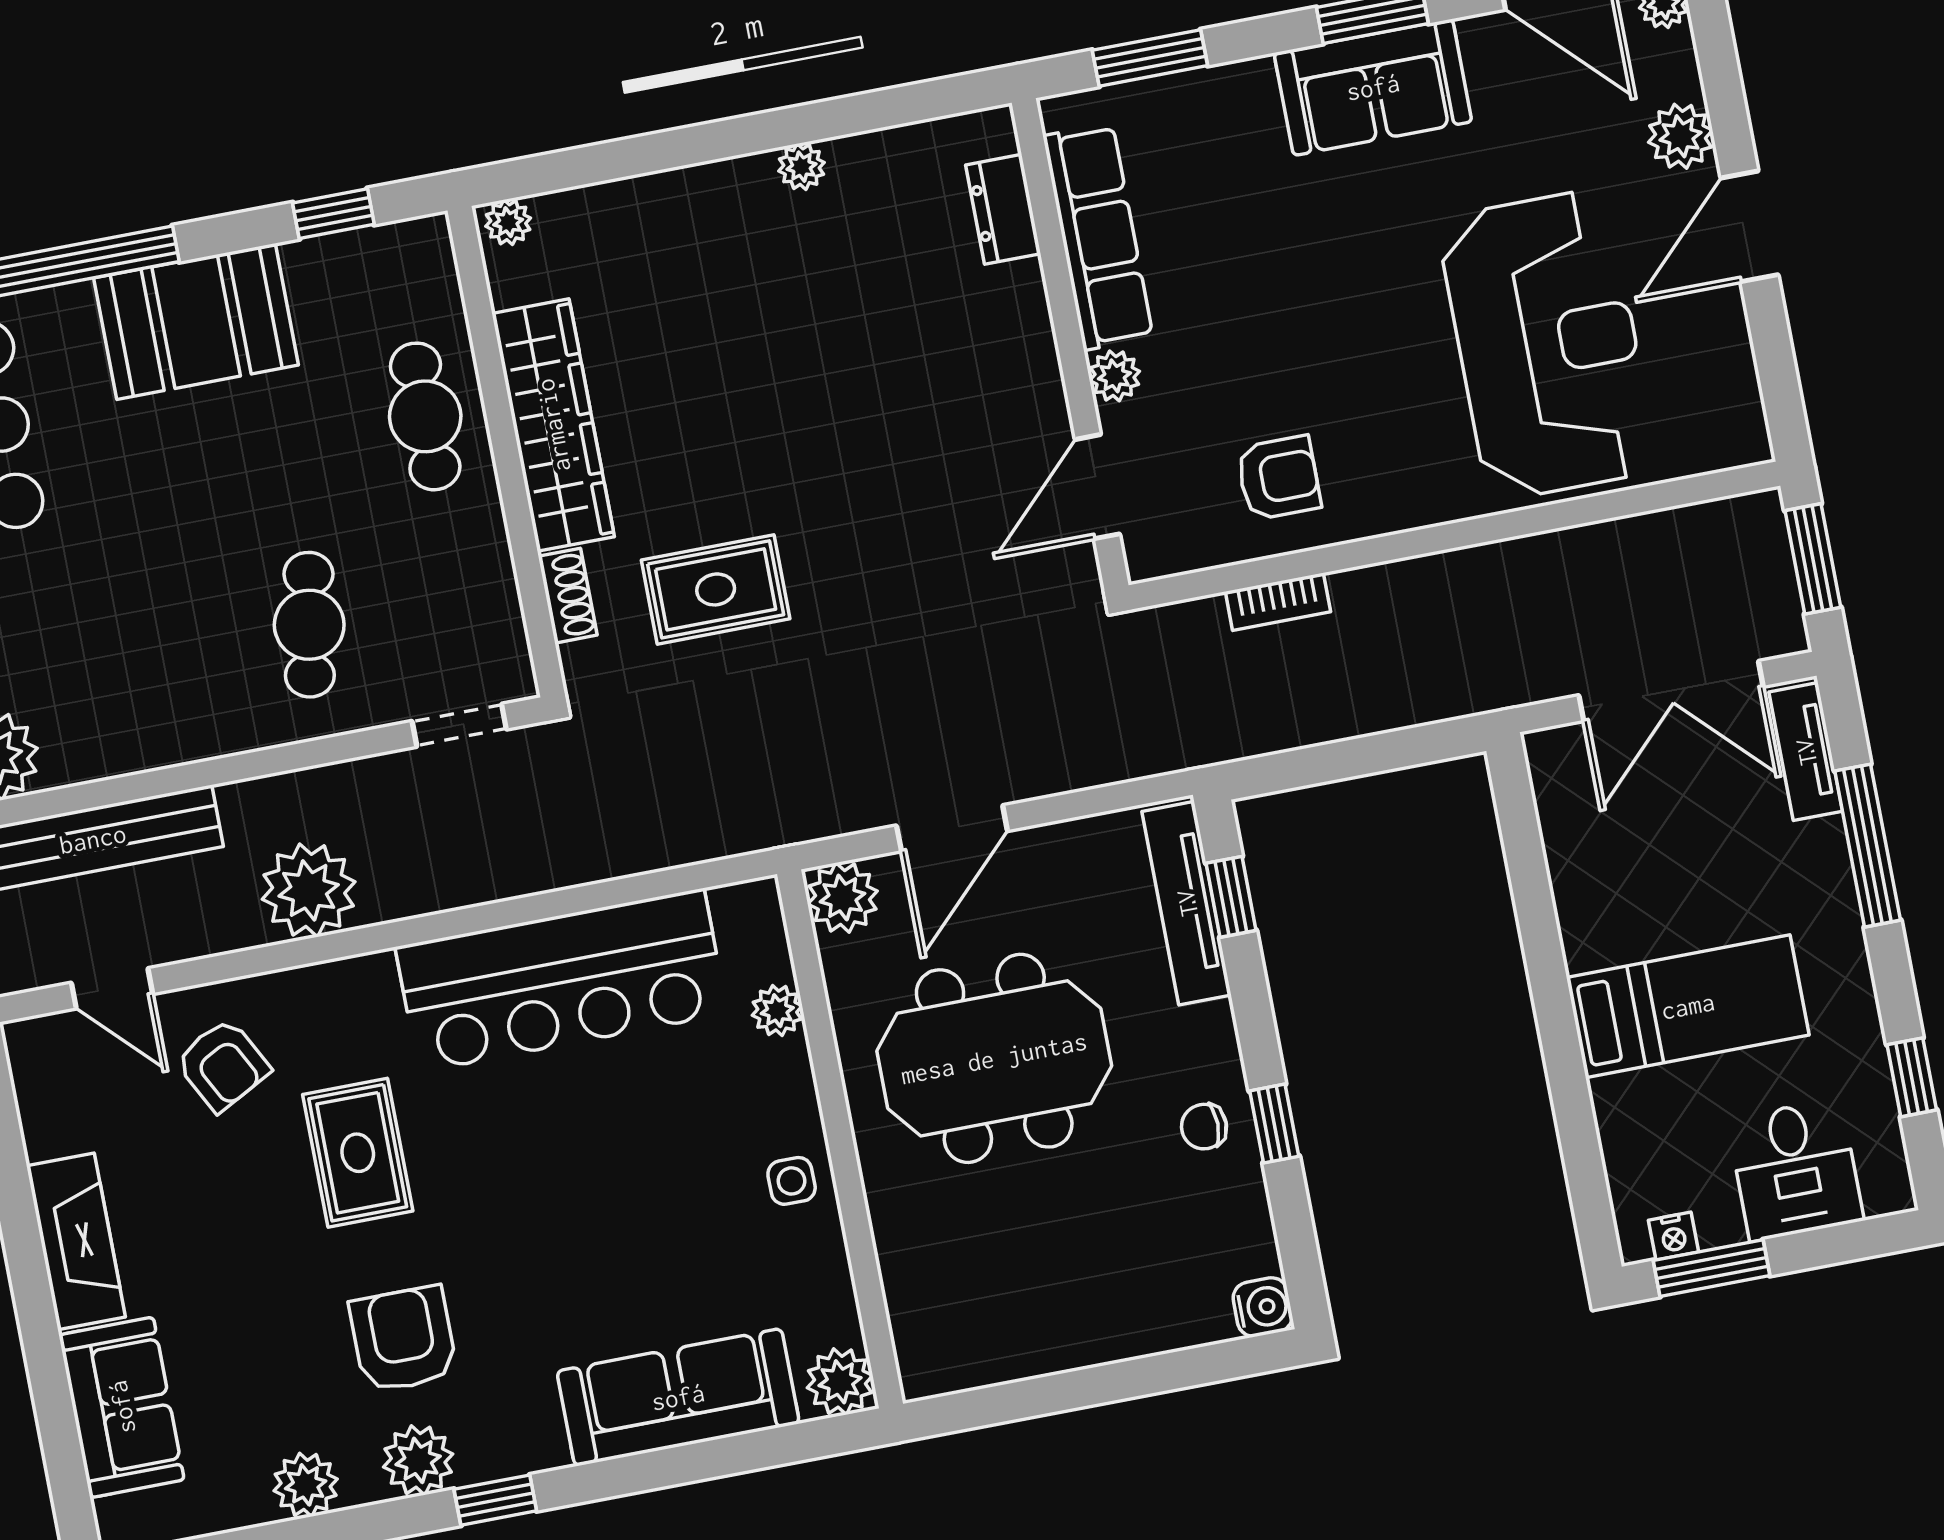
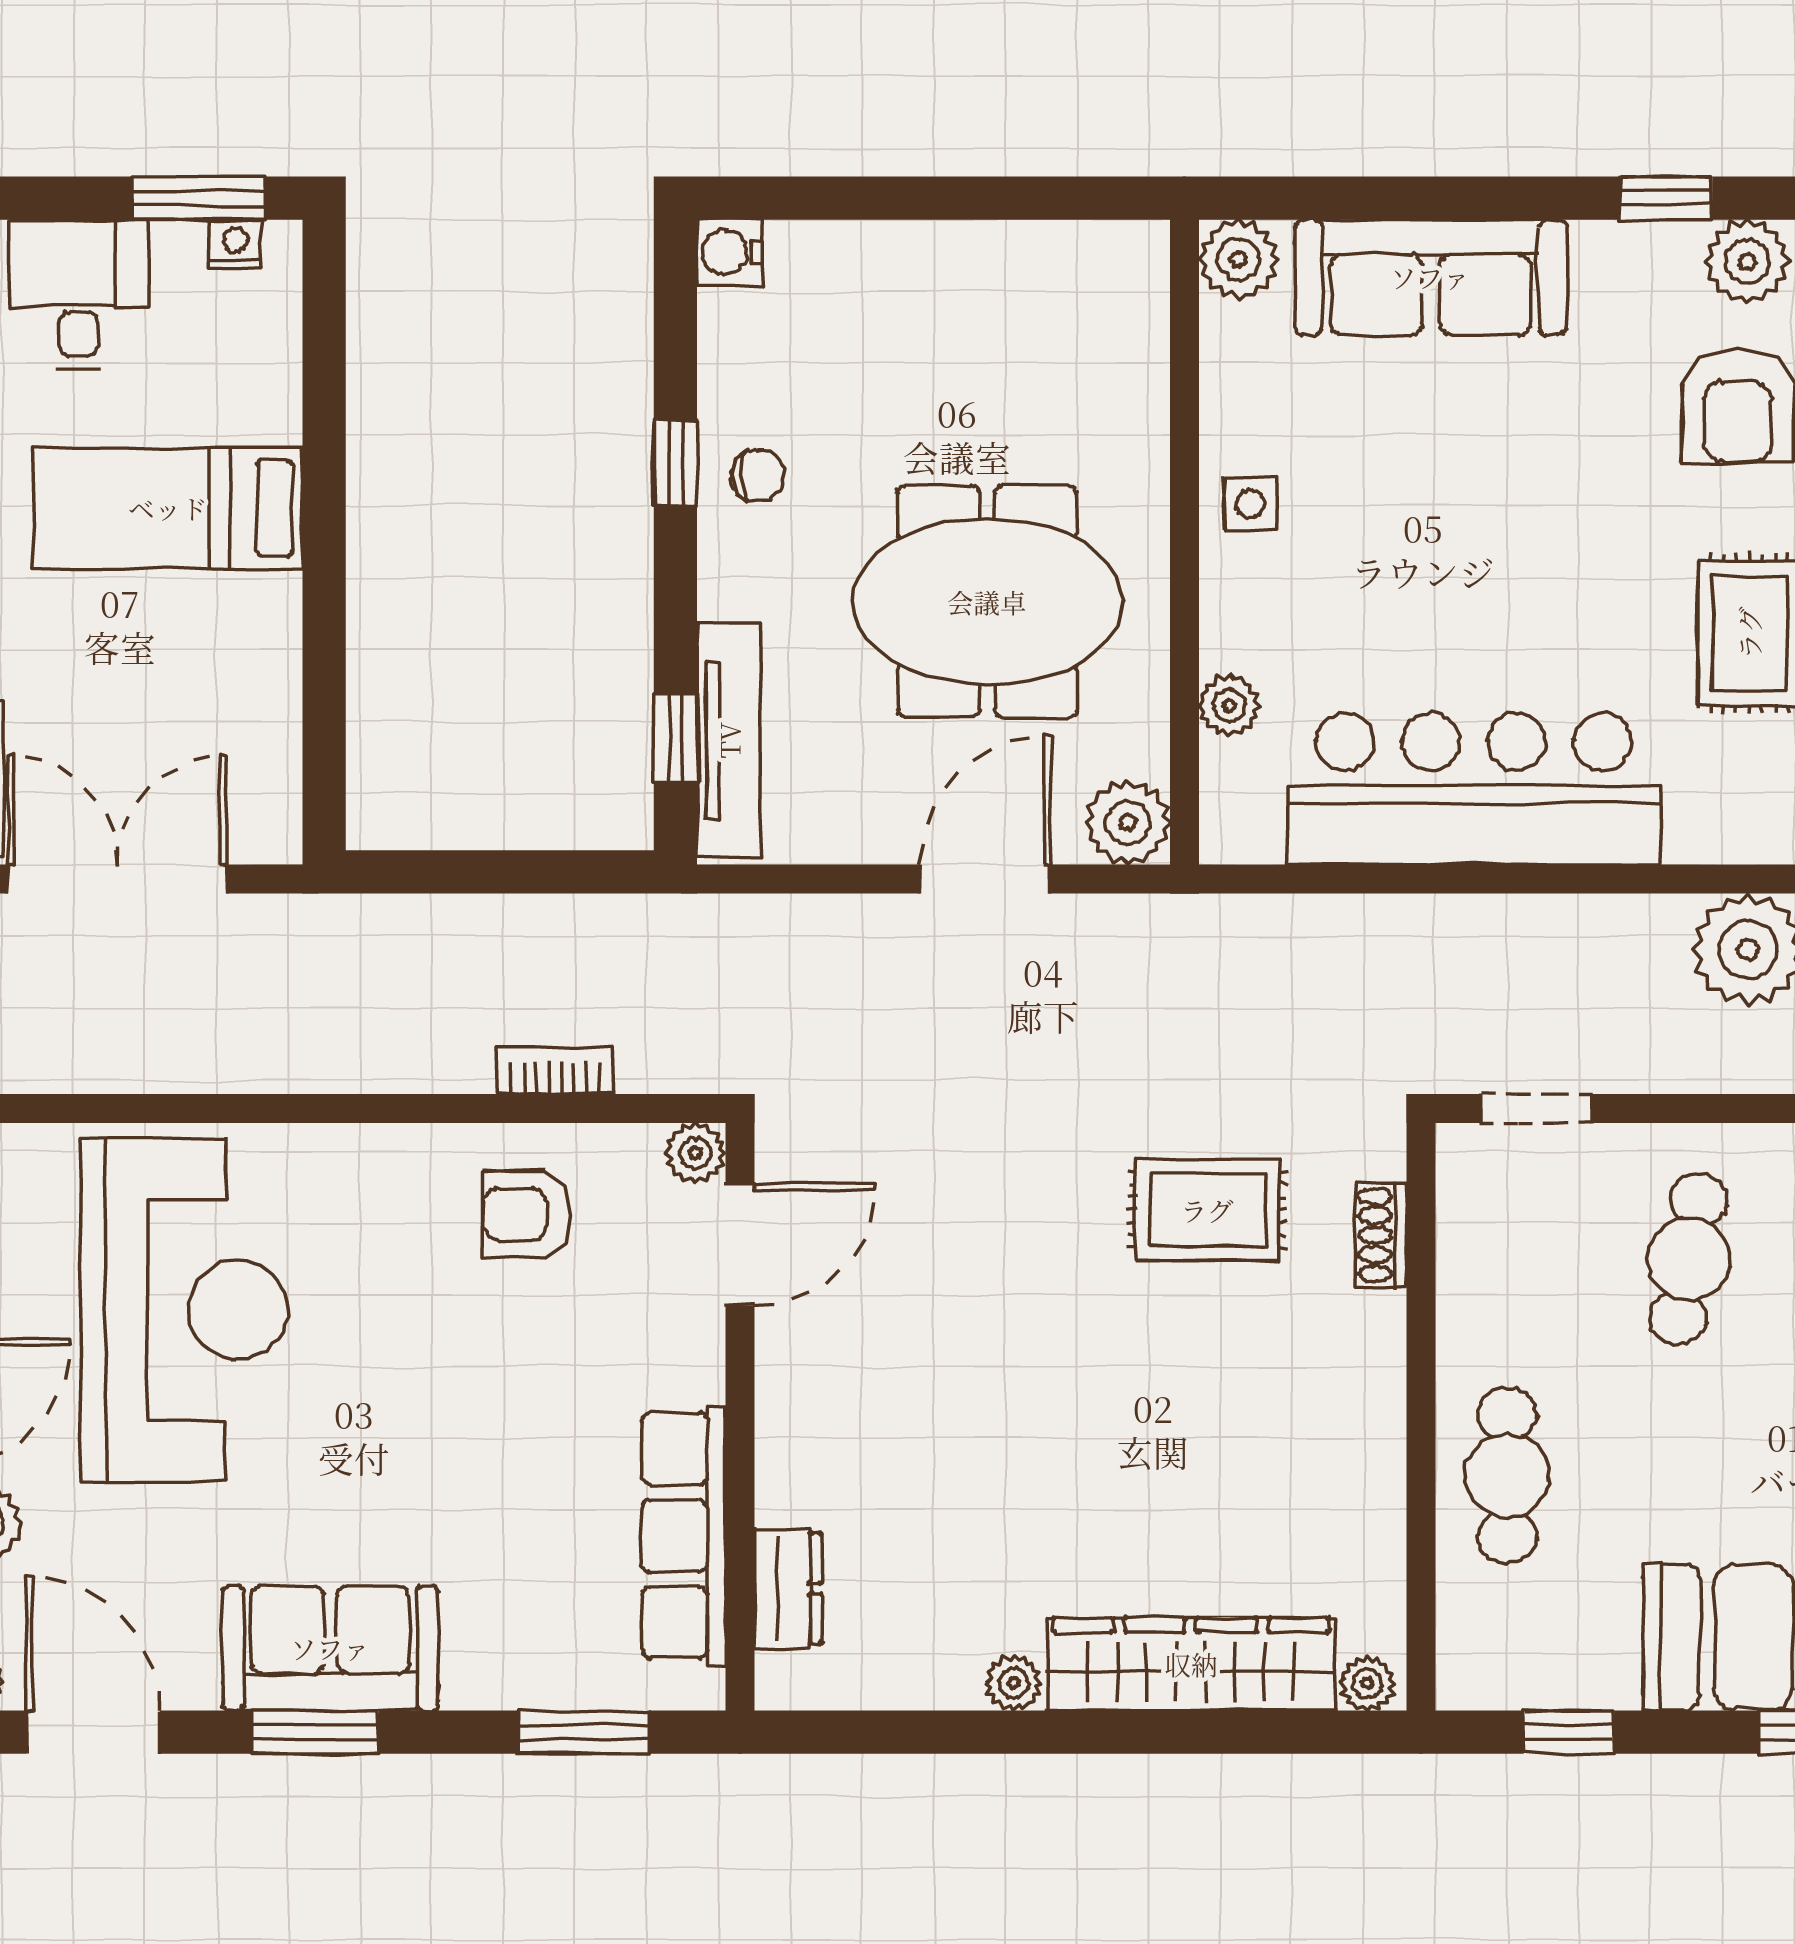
reception desk: (1548, 345) -> (184, 1310), turned 180
plant: (1115, 376) -> (695, 1153), moved
wardrobe: (553, 425) -> (1191, 1664), moved, turned 90

